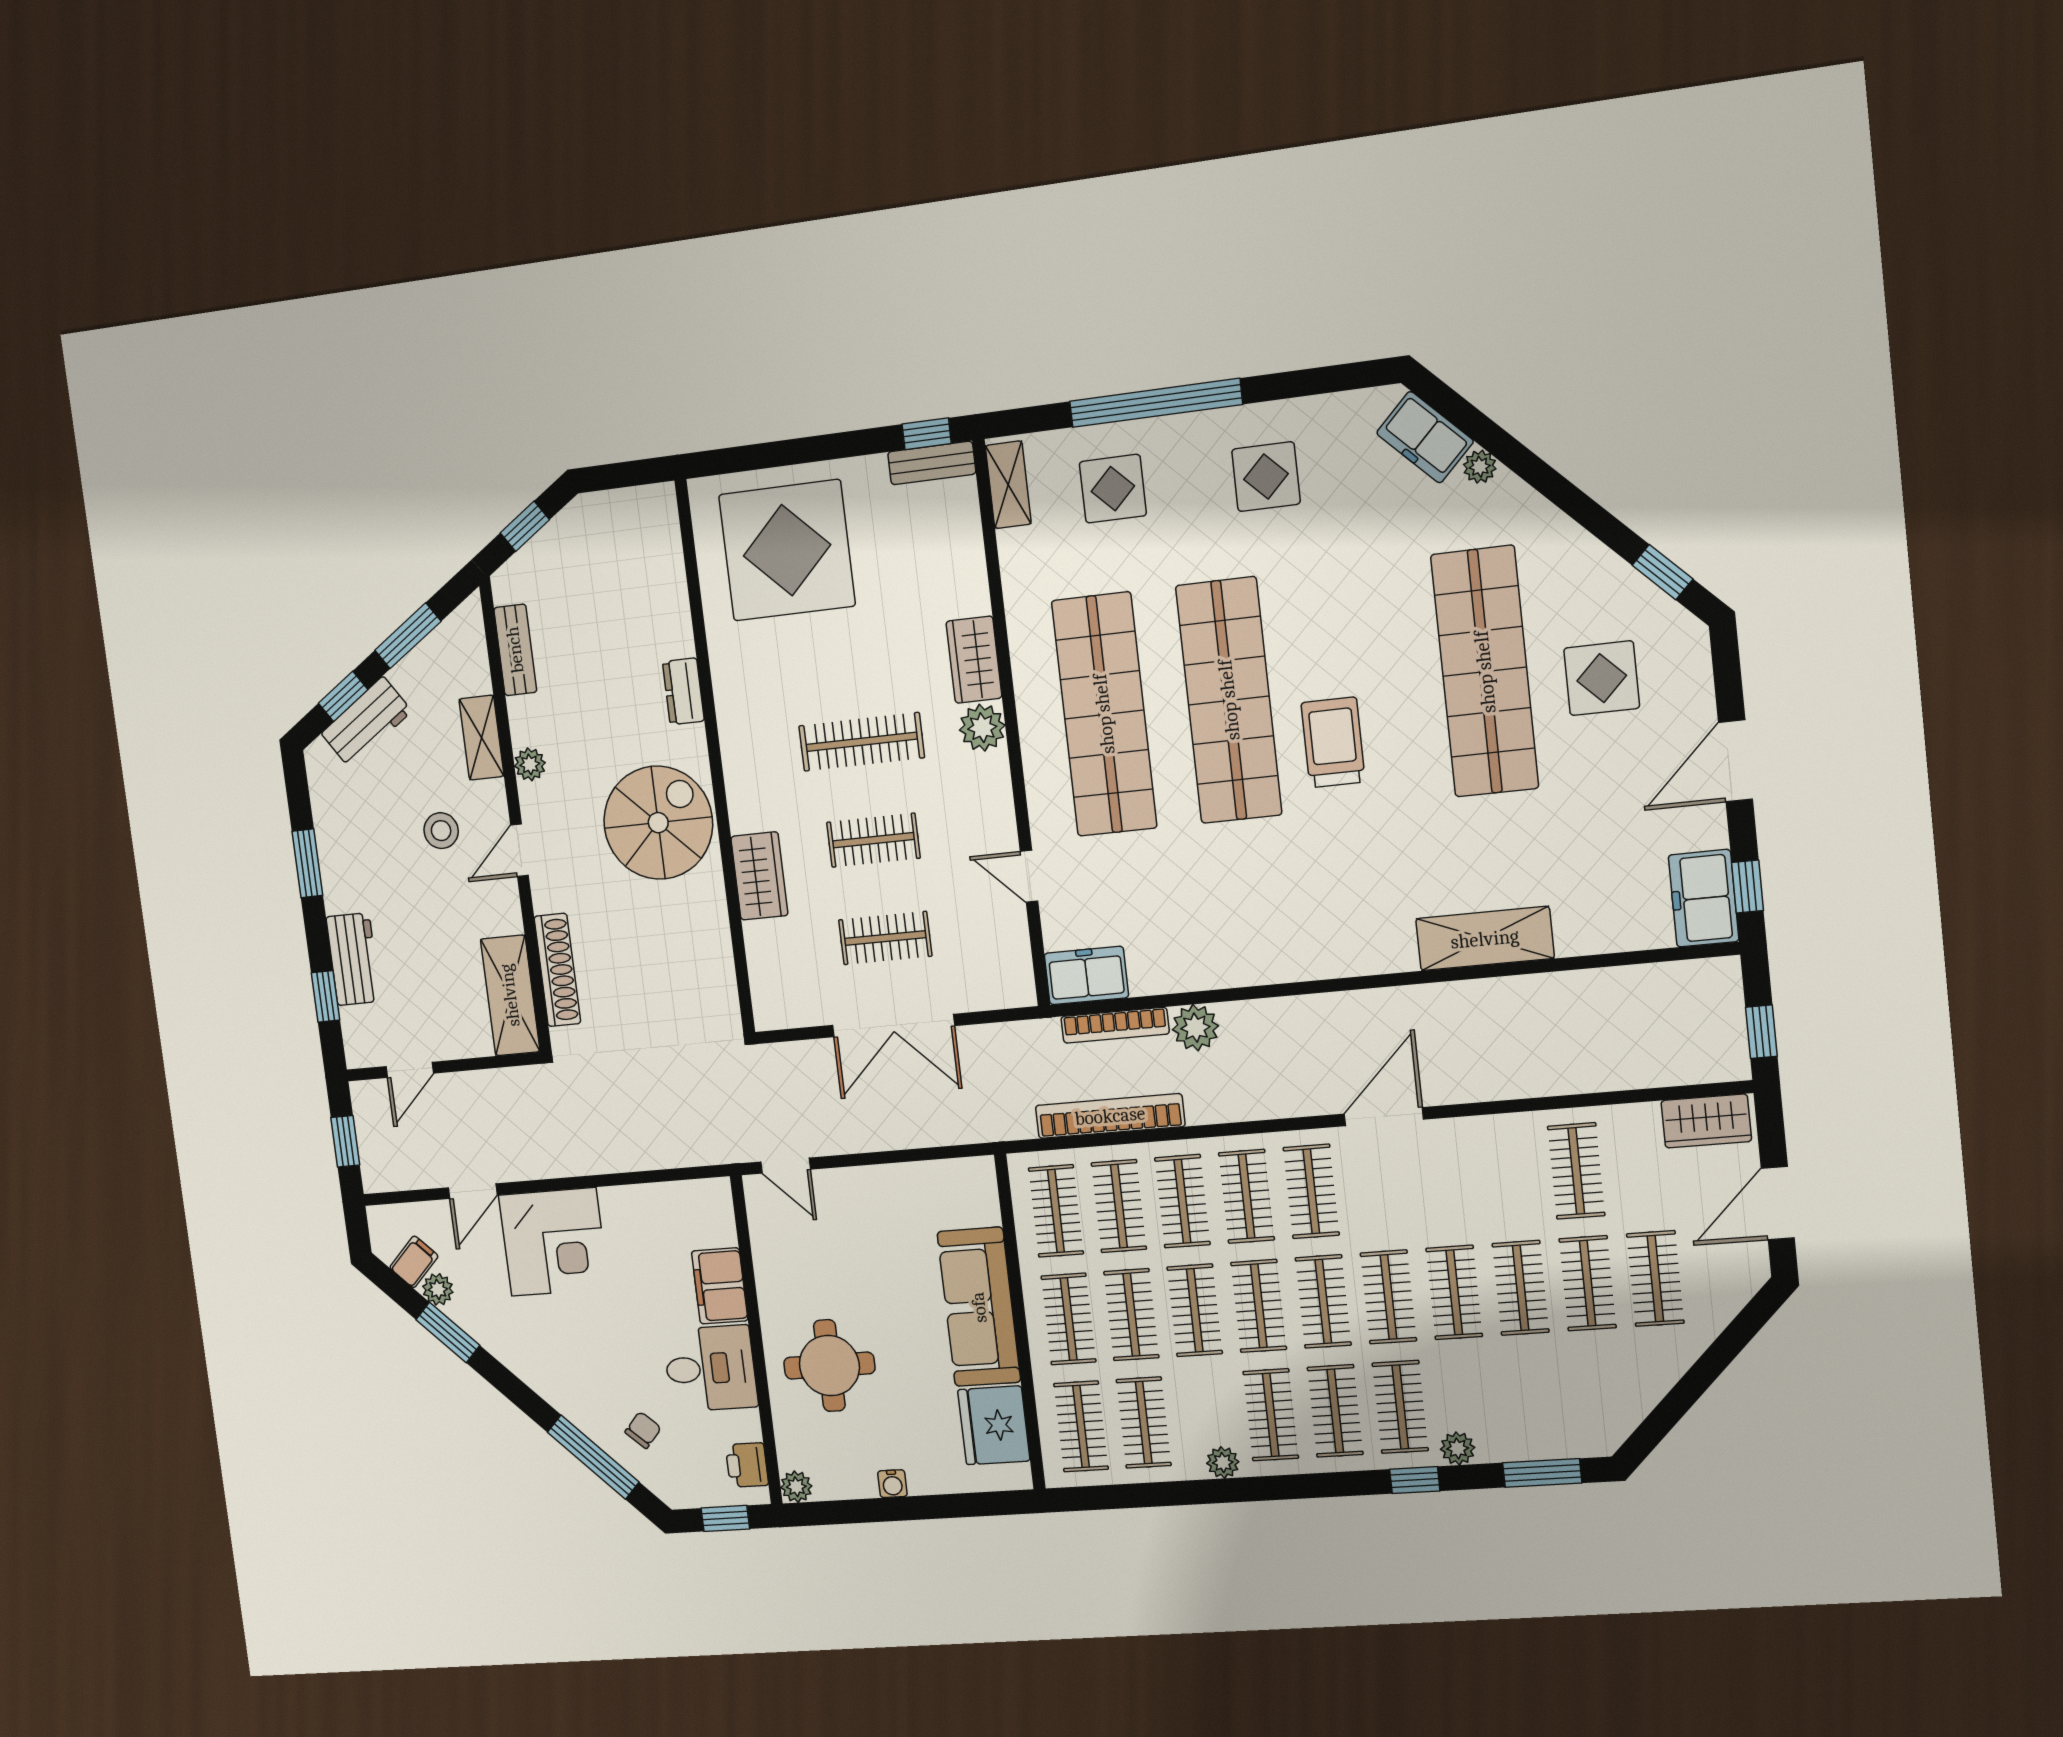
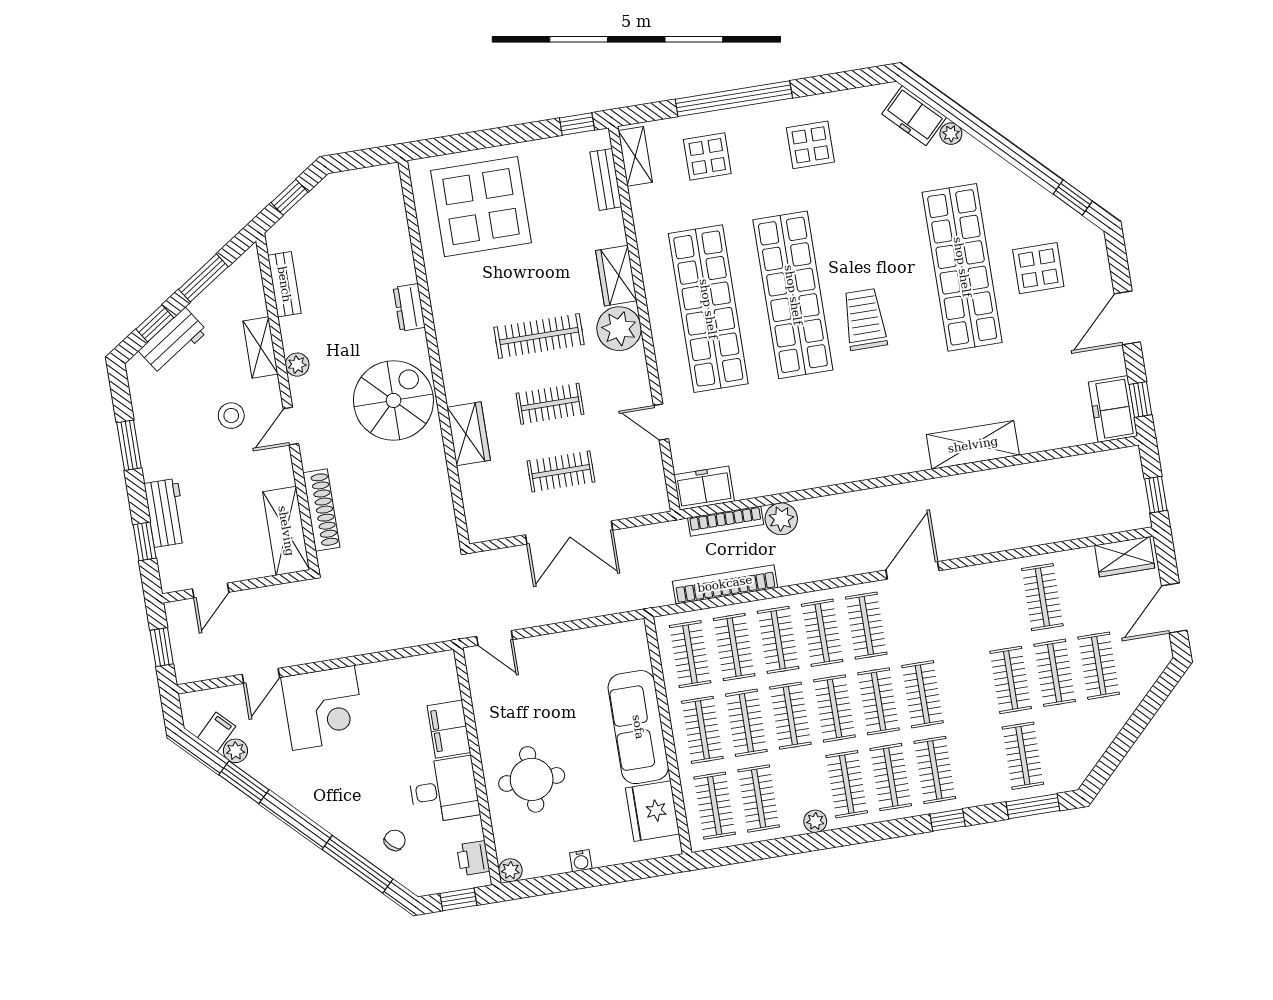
bench: (932, 463) -> (606, 179), moved, turned 90
plant: (982, 728) -> (619, 329), width x1.36, depth x1.36
clothes rail: (1454, 1292) -> (1023, 756), moved
plant: (1458, 1448) -> (975, 795), removed

